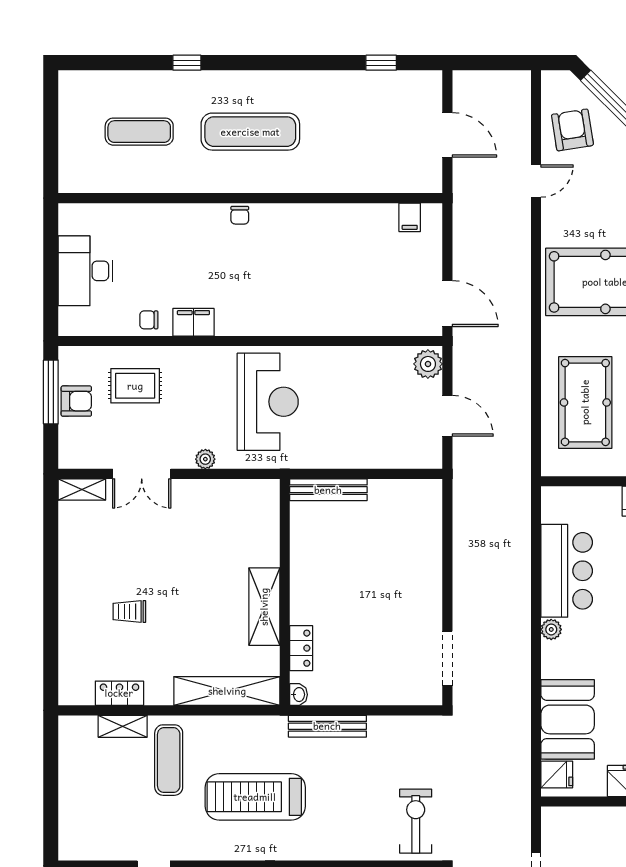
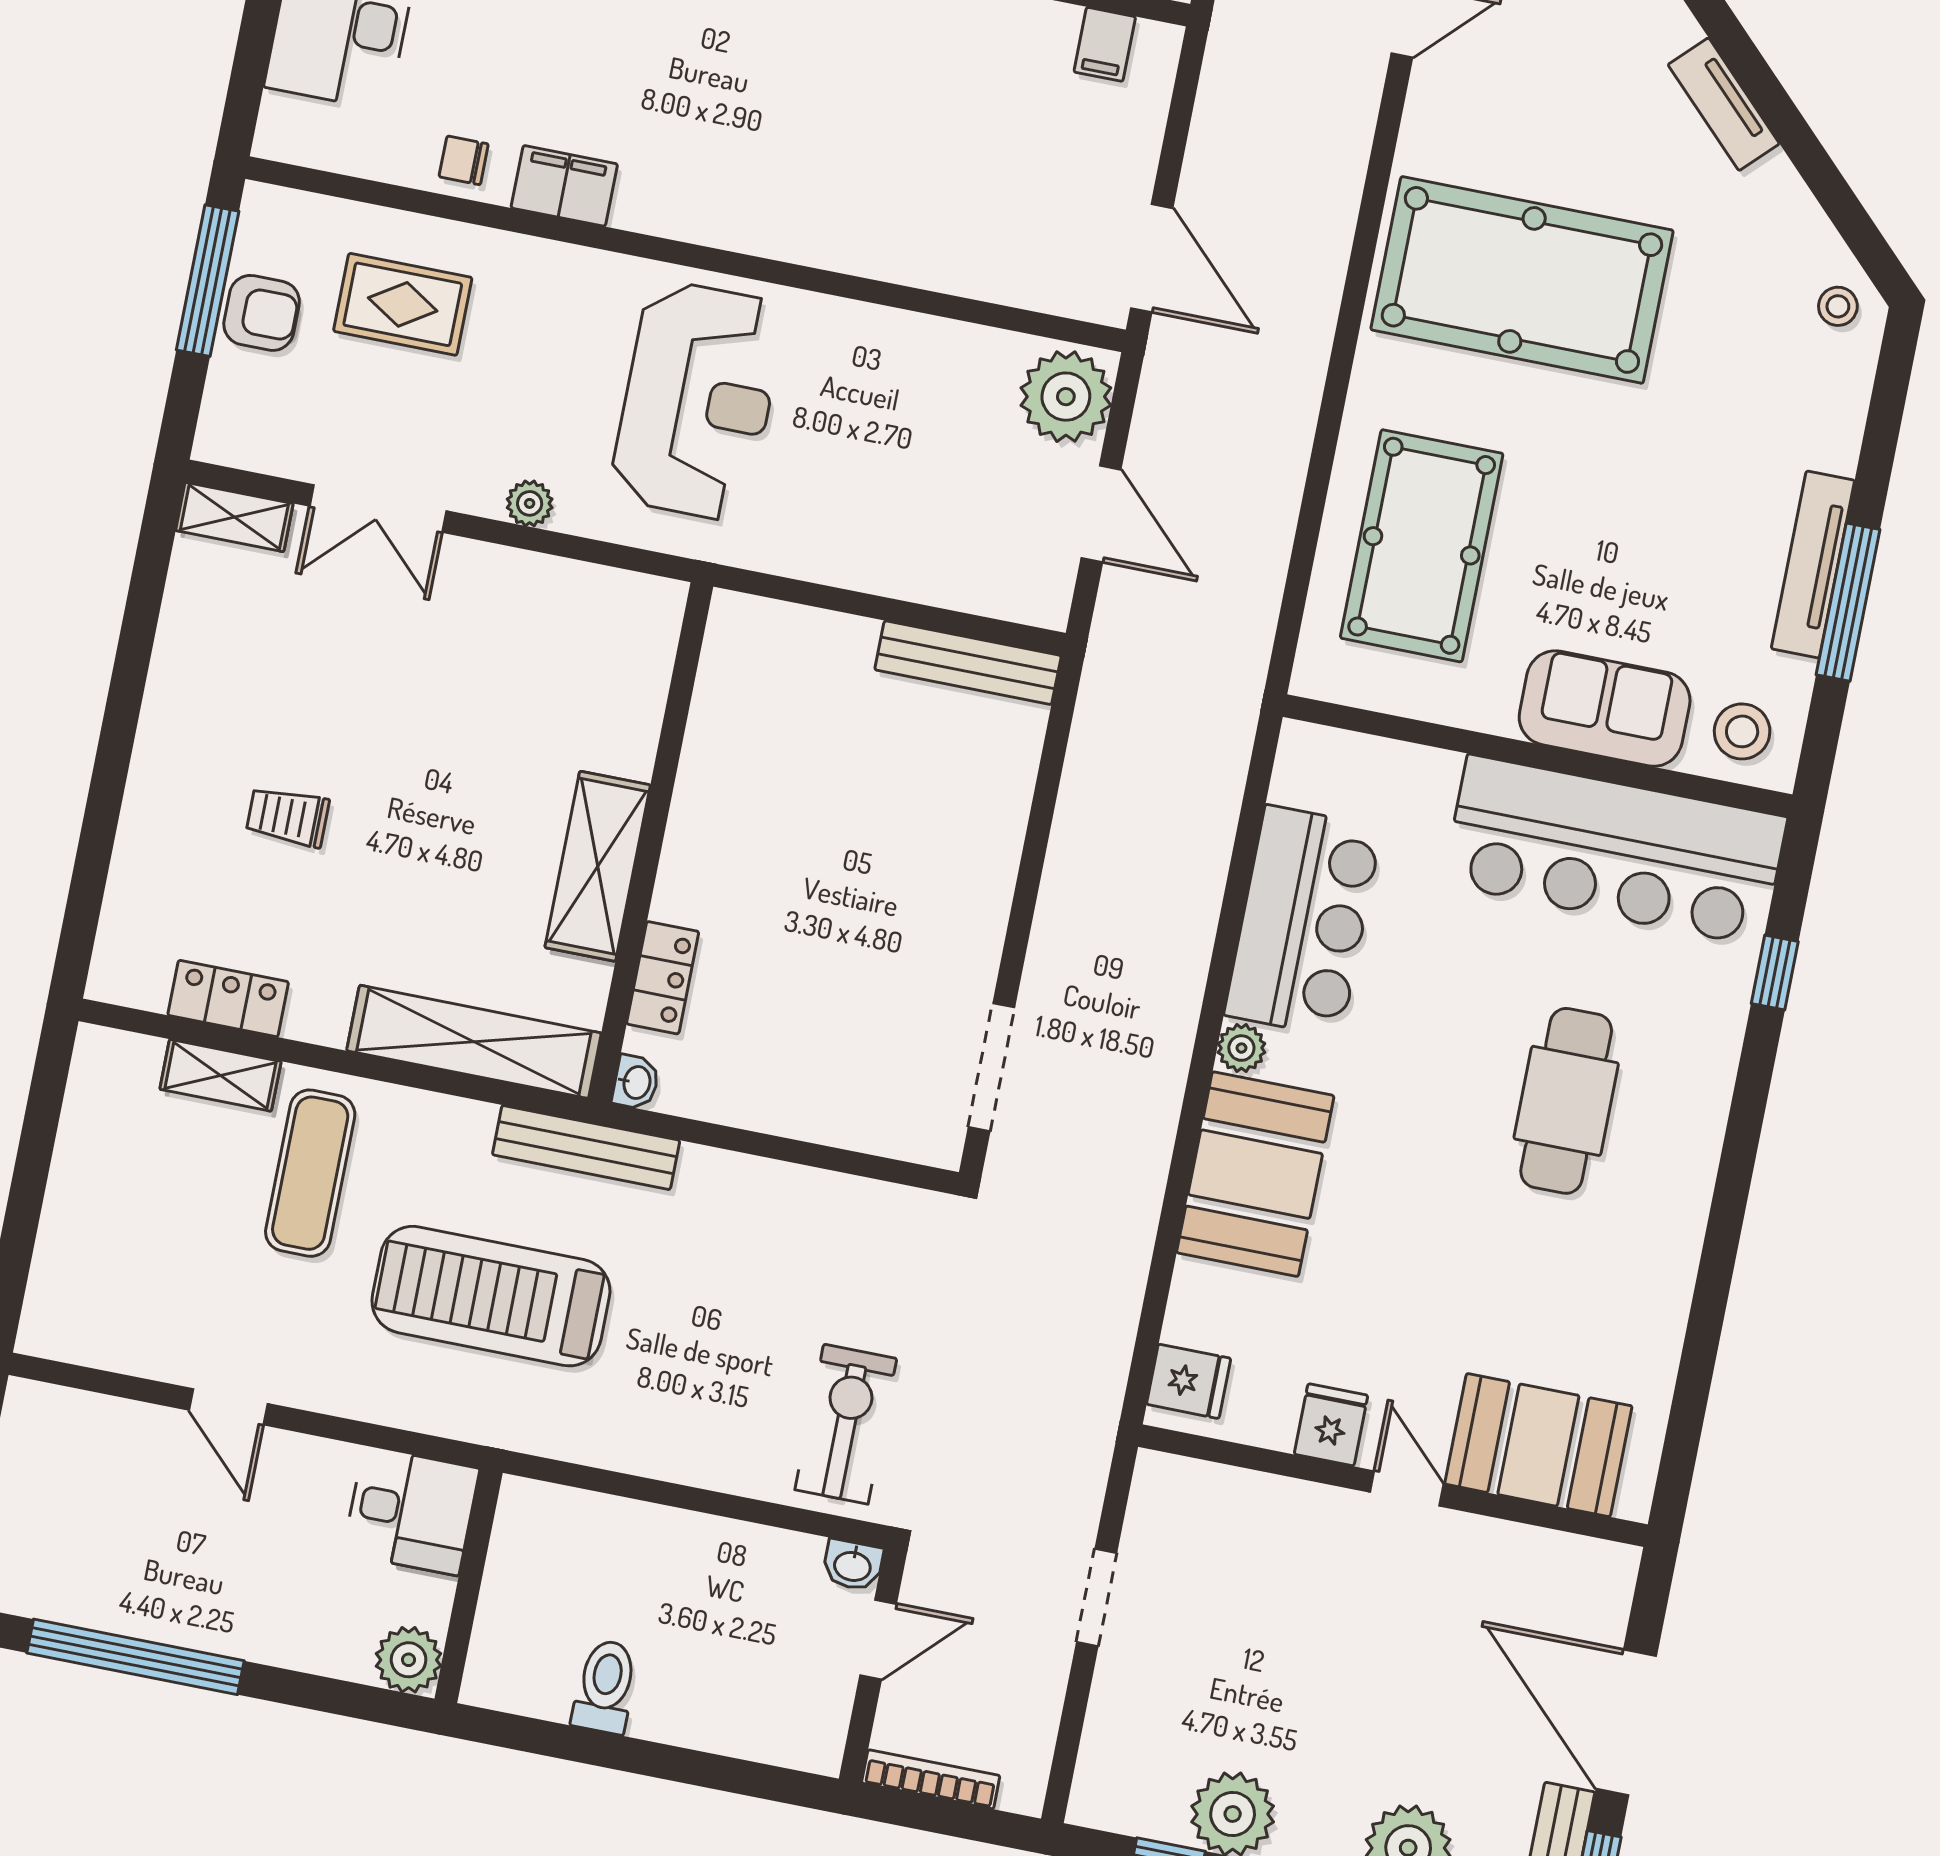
plant: (428, 364) -> (1066, 397), width x1.36, depth x1.36
bench: (328, 490) -> (968, 663), moved
booth: (568, 719) -> (1255, 1174), moved
bench: (327, 726) -> (586, 1148), moved

